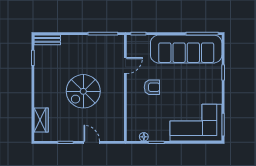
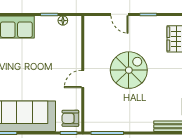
door: (125, 66) -> (83, 79), moved
armchair: (152, 87) -> (70, 118), moved

